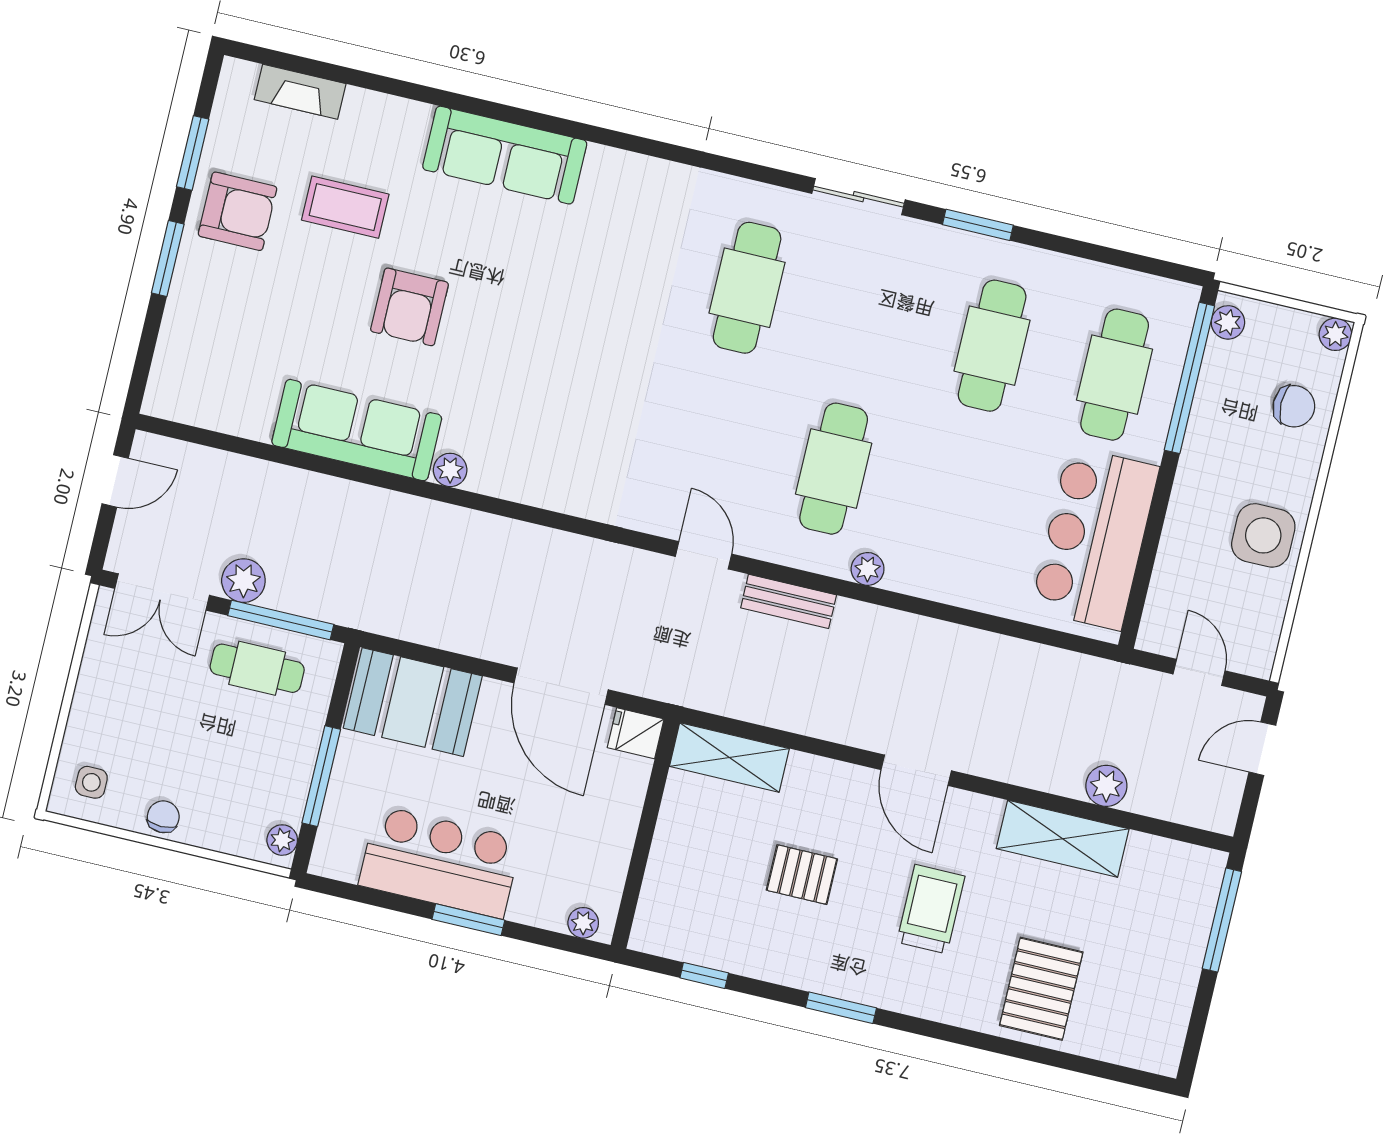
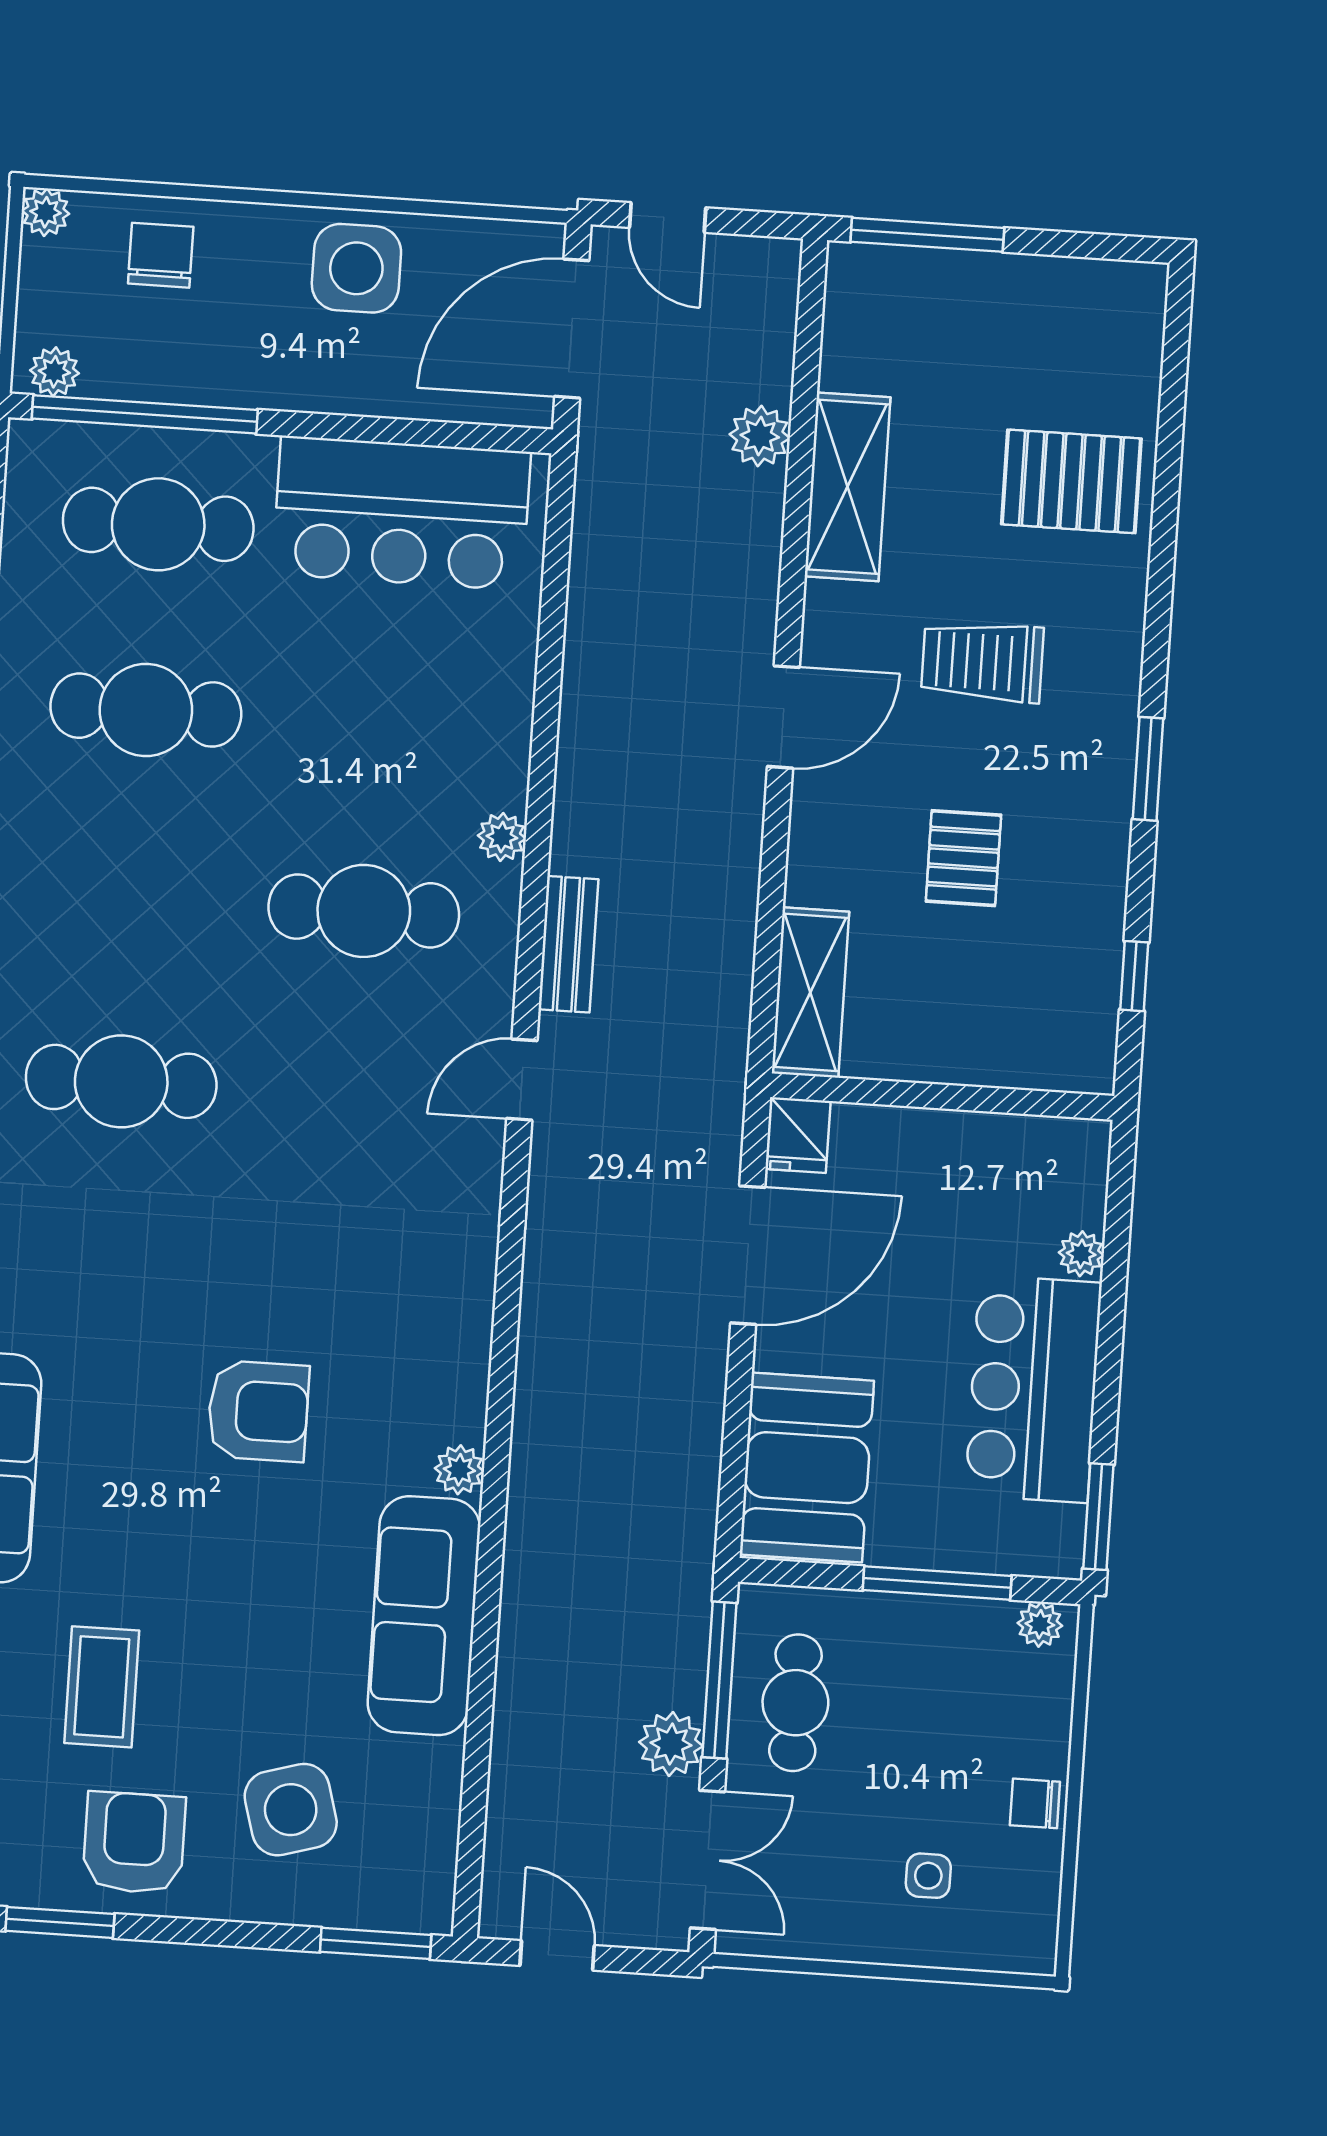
window: (168, 258) -> (376, 1943), moved
armchair: (410, 307) -> (258, 1411), moved
side table: (242, 319) -> (291, 1810), added
door: (1199, 672) -> (572, 329), width x1.87
side table: (91, 782) -> (928, 1876), moved
window: (468, 920) -> (1098, 1517), moved
plant: (583, 923) -> (1081, 1254), moved

